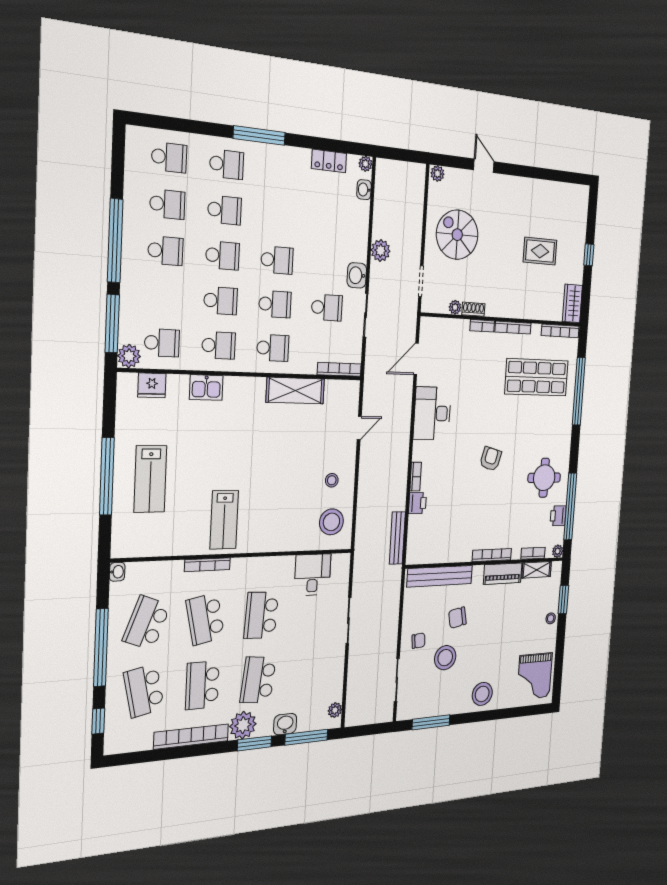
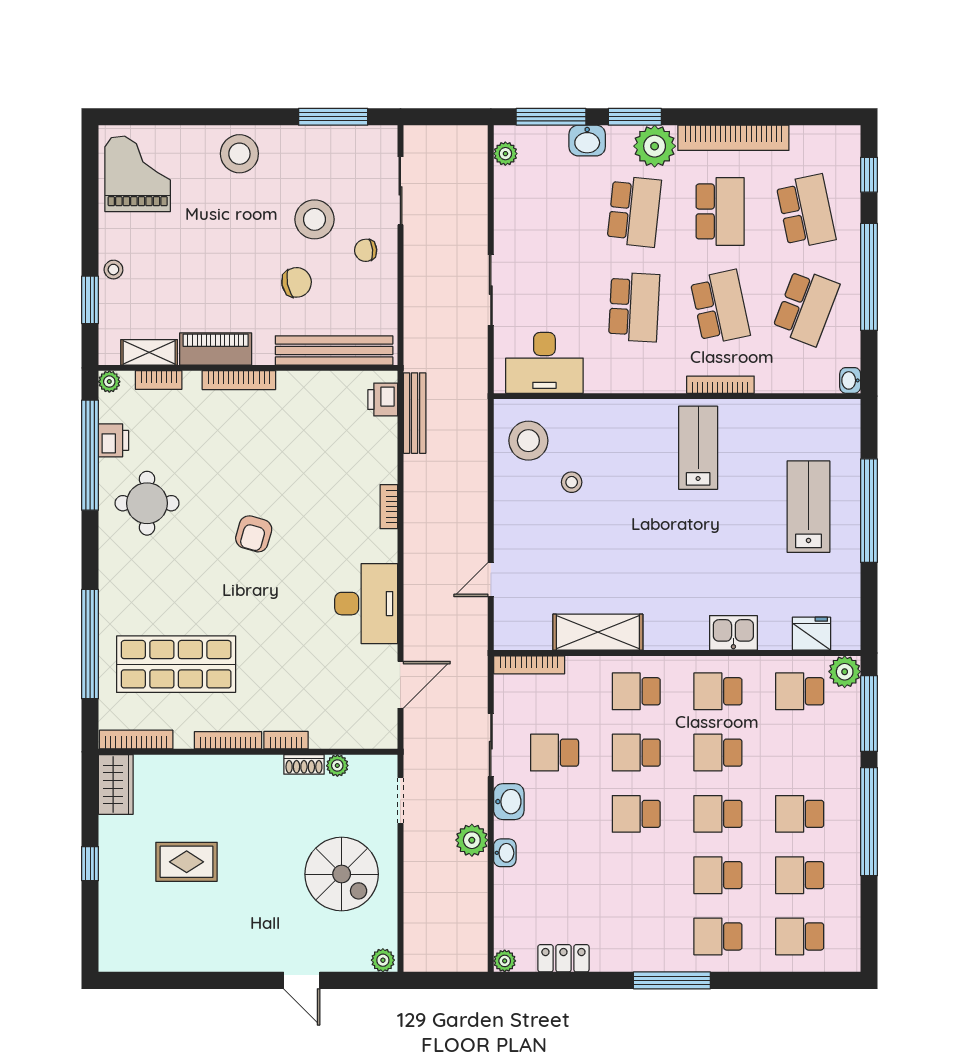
washbasin: (364, 190) -> (505, 853), moved
stool: (332, 480) -> (572, 482), moved
printer: (417, 503) -> (383, 400), moved
desk: (313, 575) -> (544, 363), width x1.37

